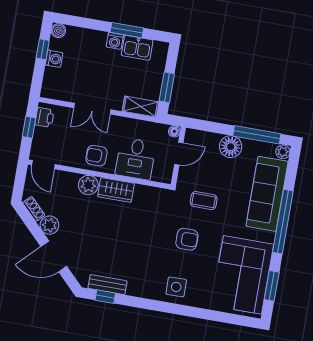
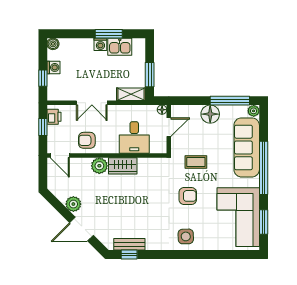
window: (43, 49) -> (43, 78), moved
armchair: (96, 156) -> (87, 140), moved
shoe rack: (34, 209) -> (58, 193), removed

